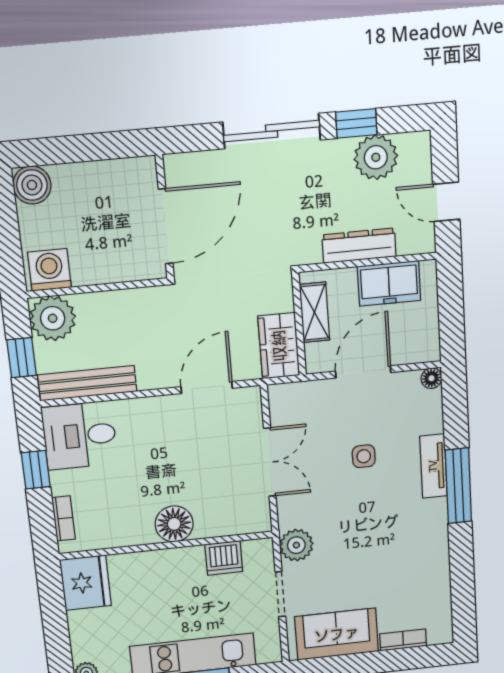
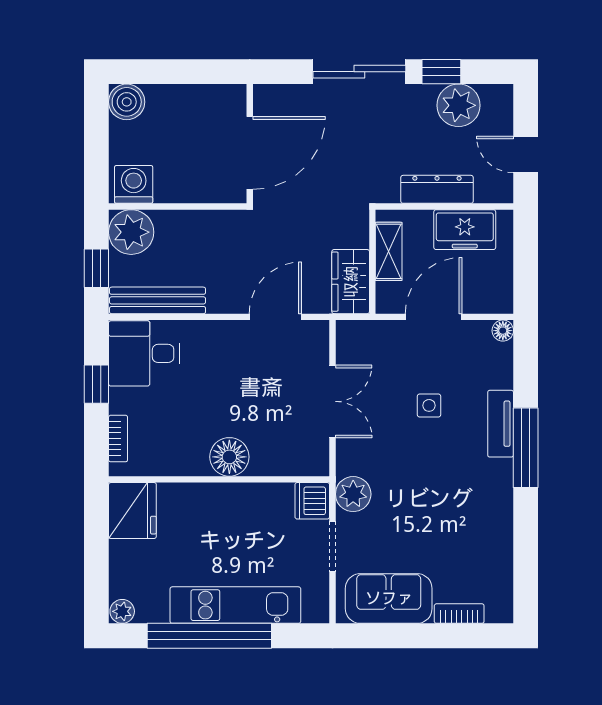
dishwasher: (224, 558) -> (312, 501), moved, turned 90

